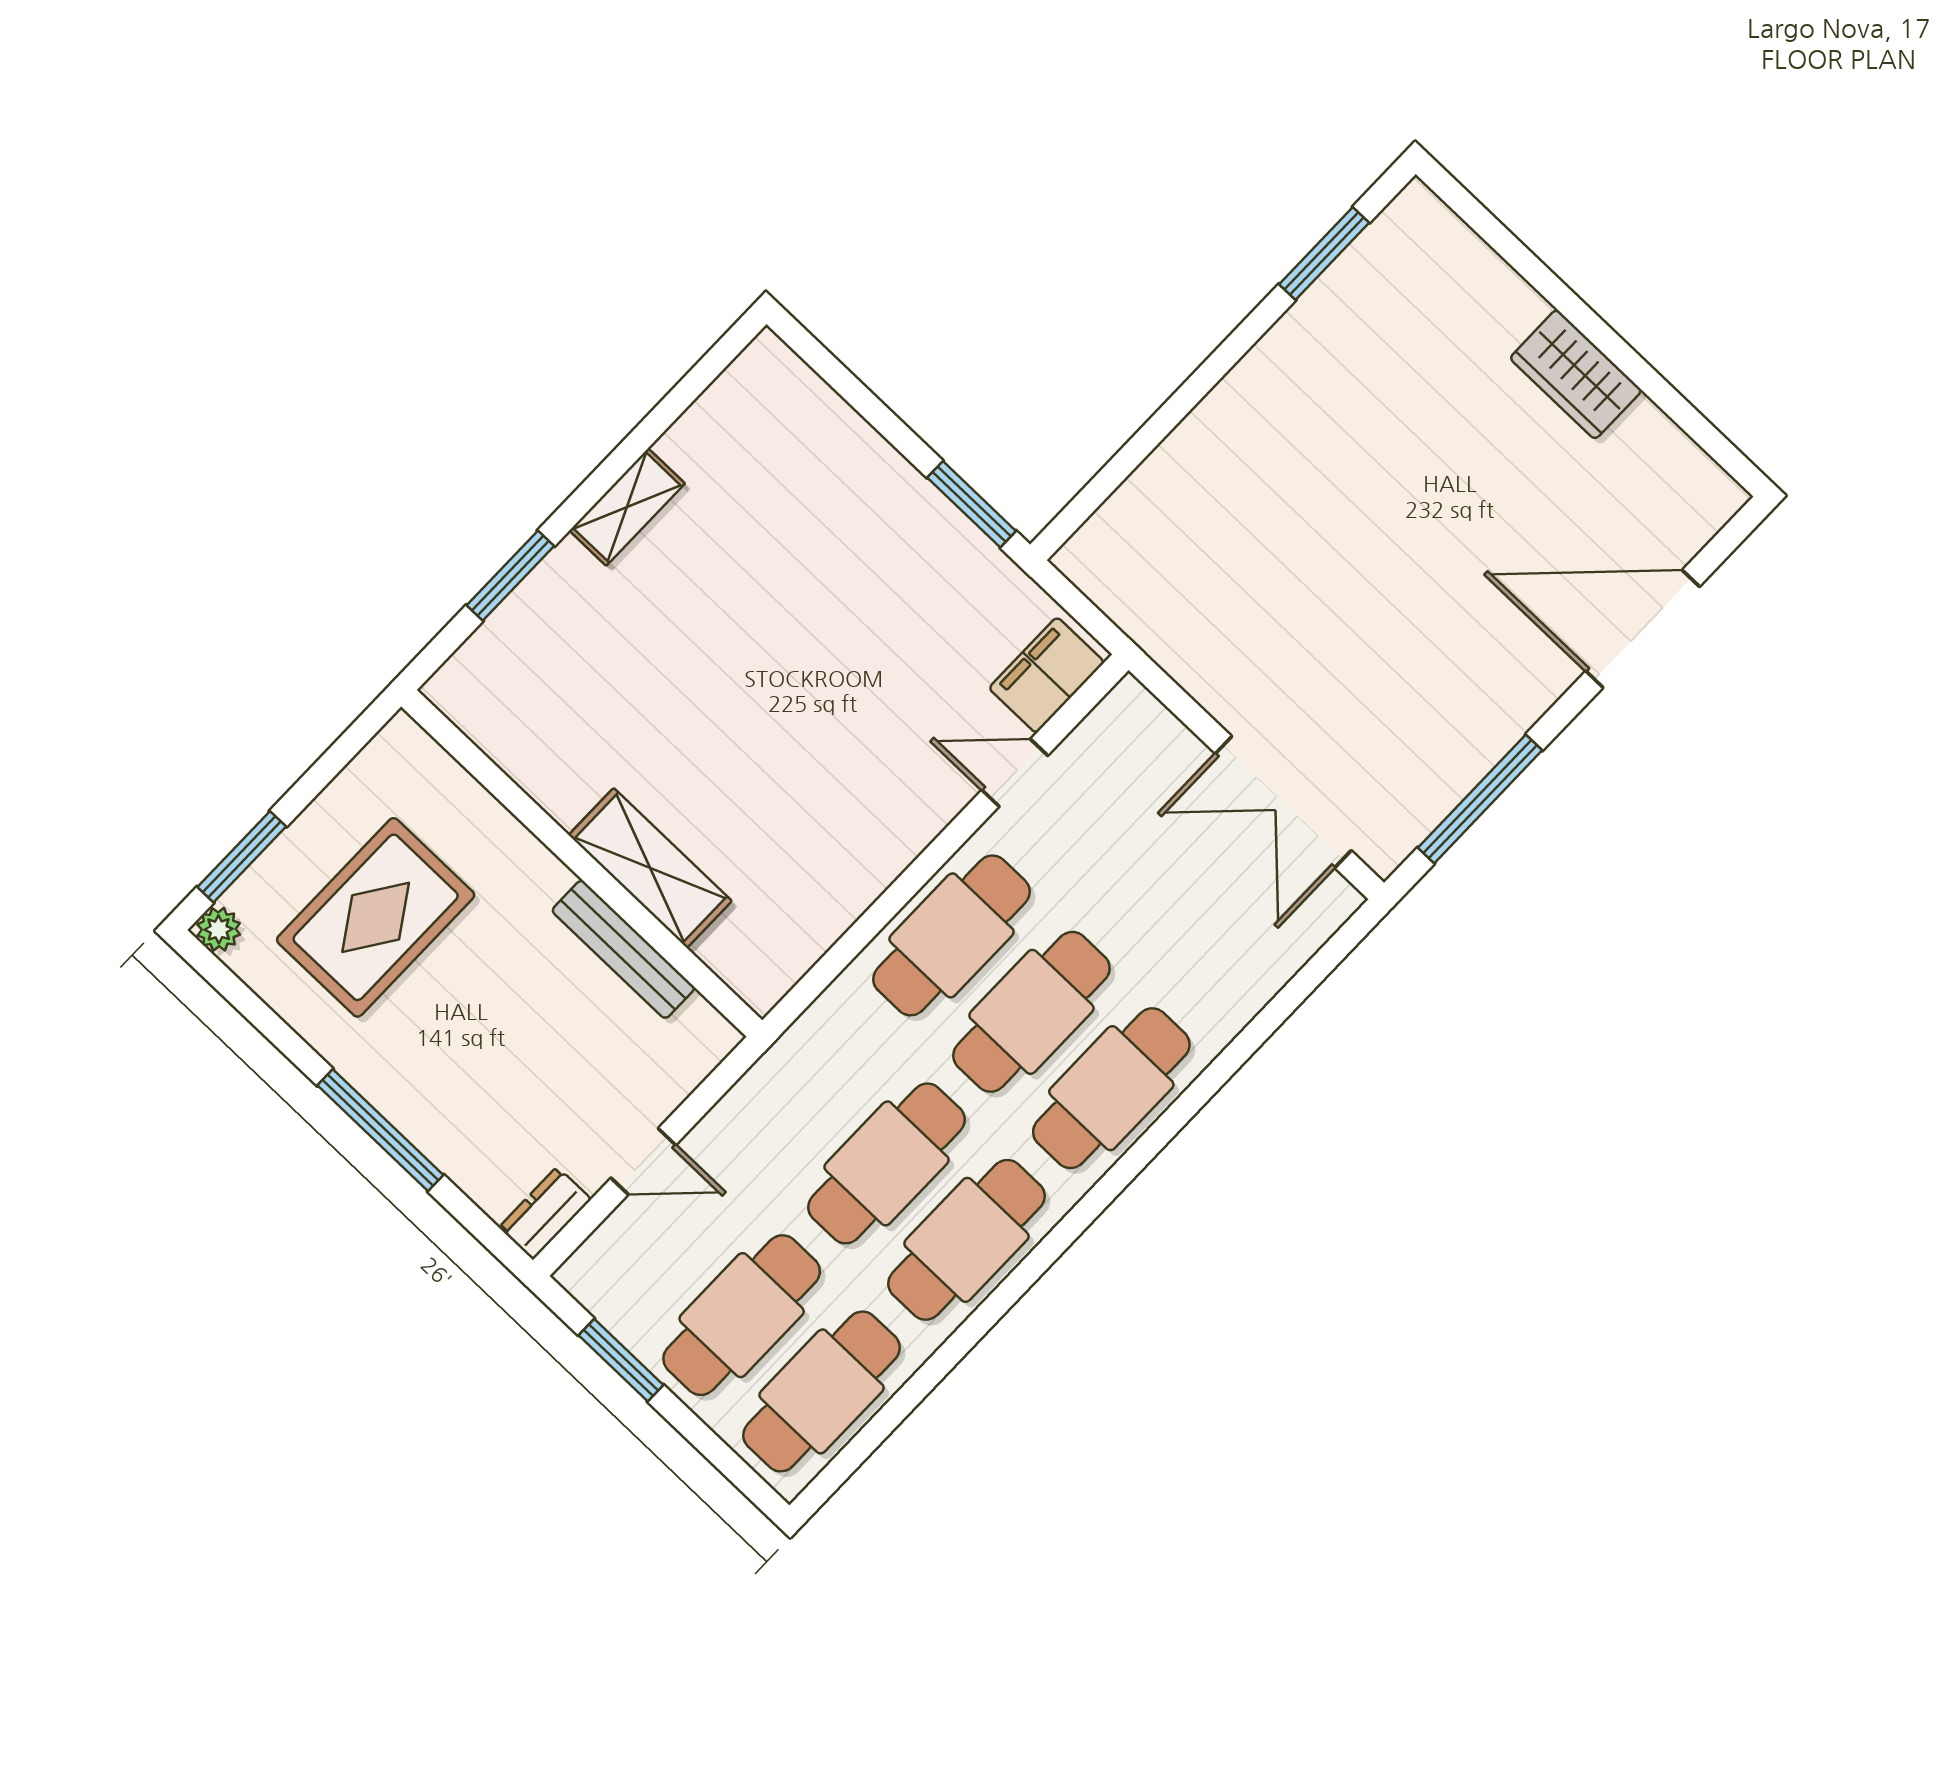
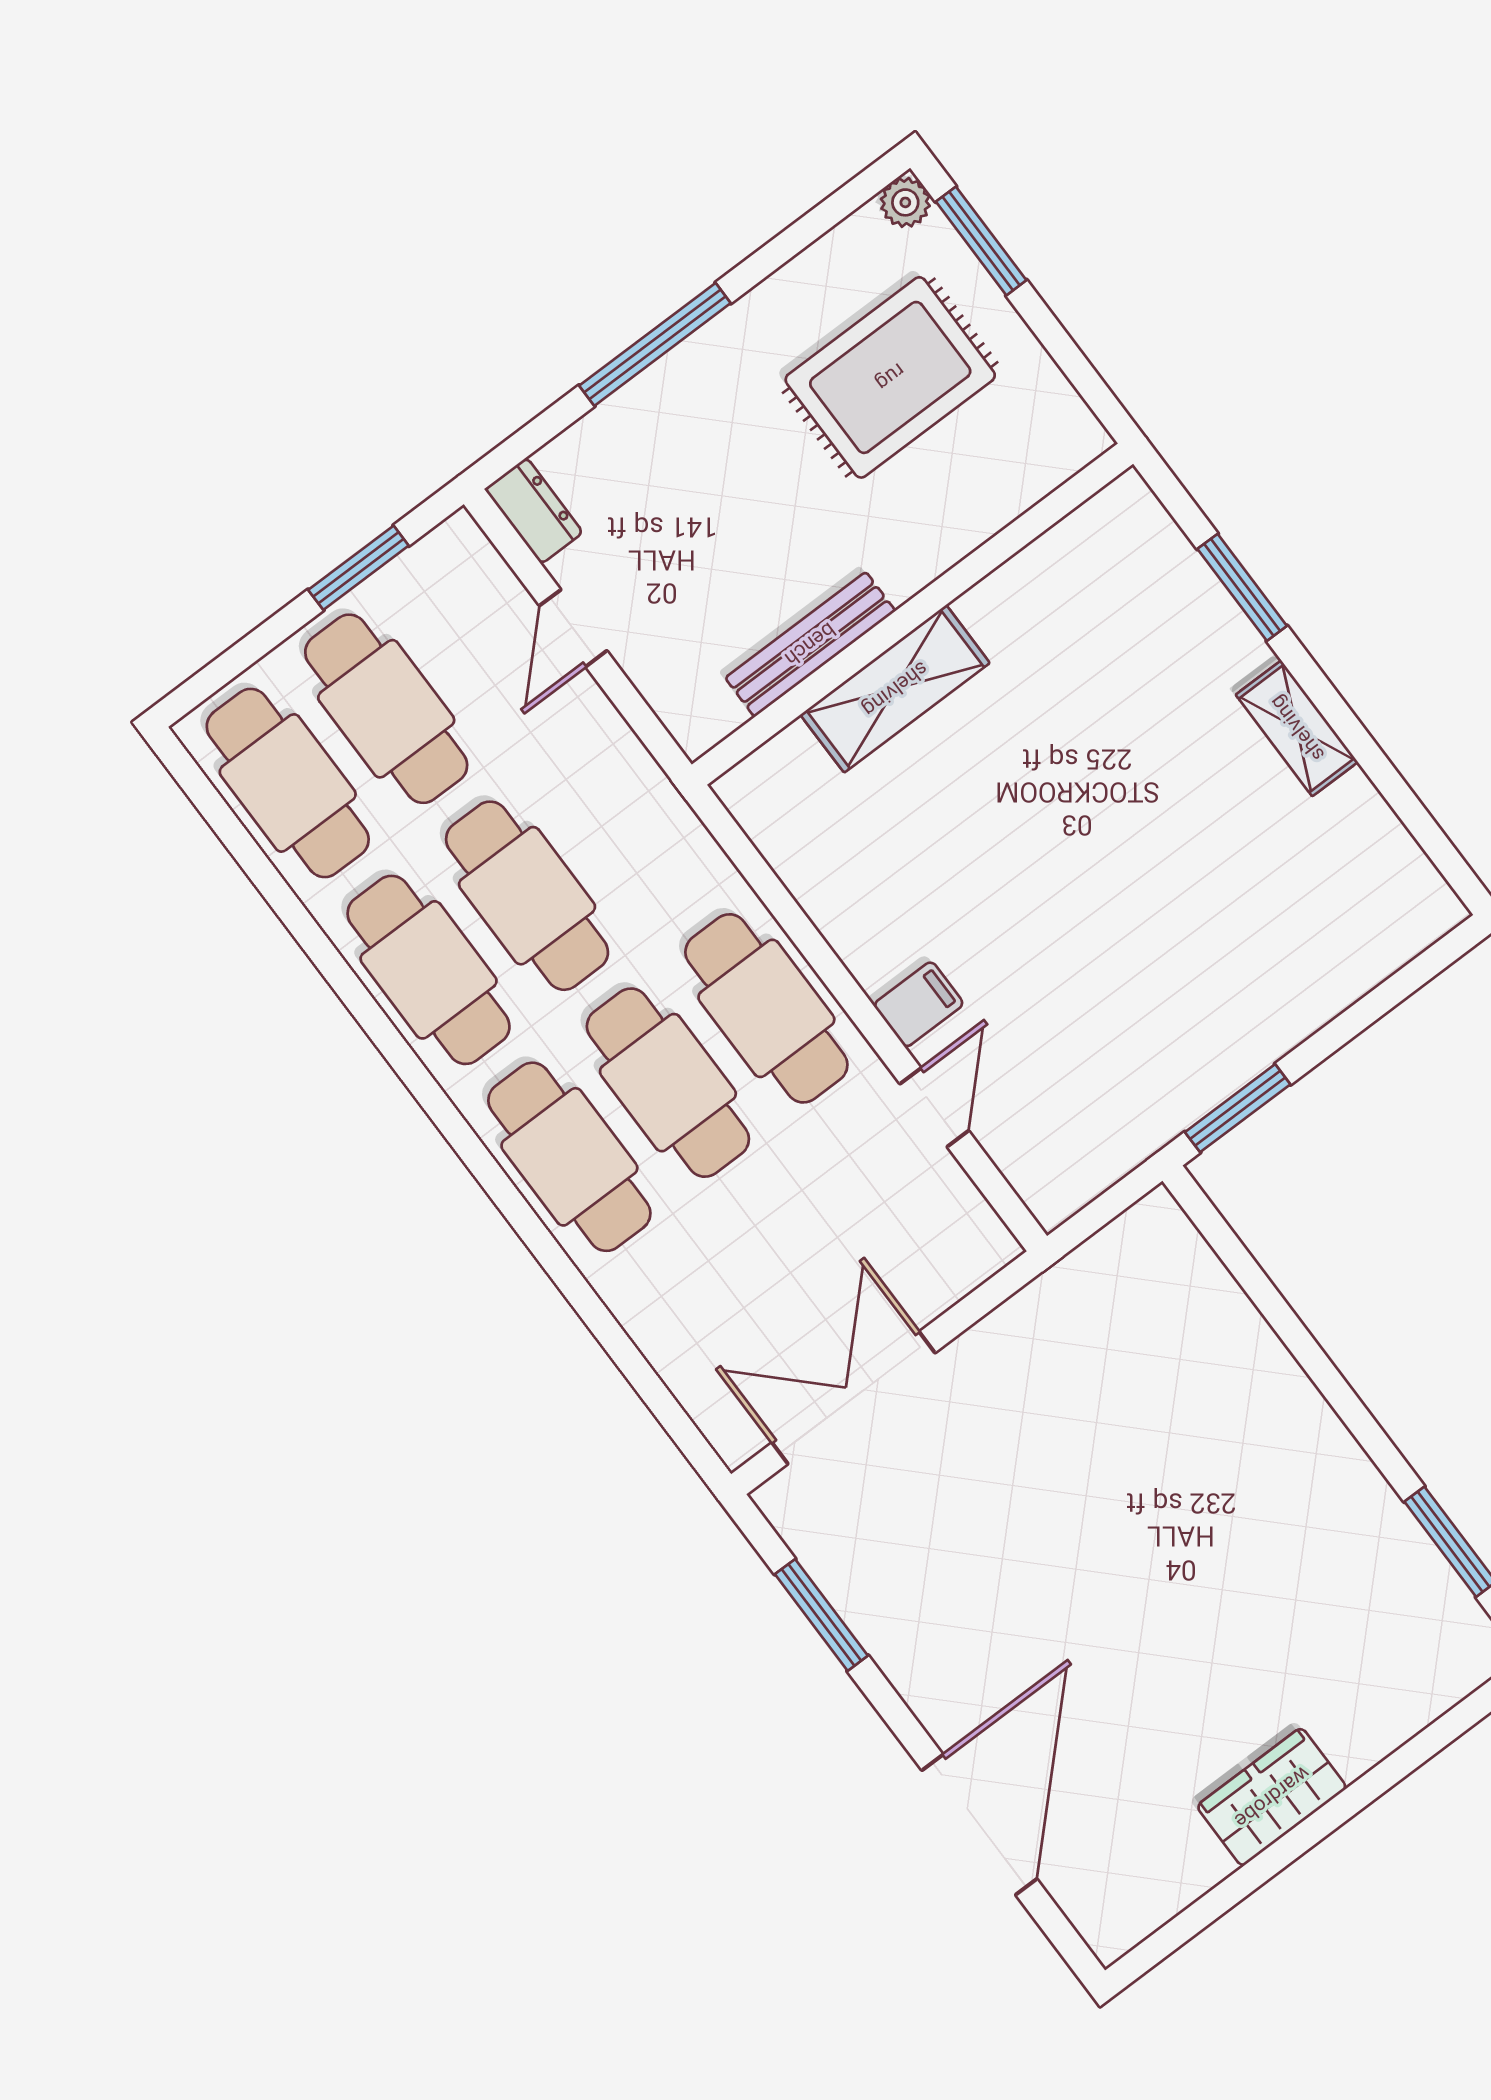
filing cabinet: (1047, 675) -> (919, 1004), moved, width x0.50
window: (1480, 799) -> (821, 1615), width x0.69
rug: (376, 917) -> (890, 377), turned 90

